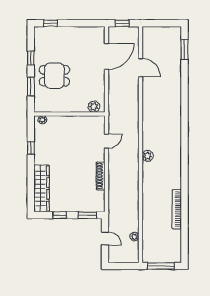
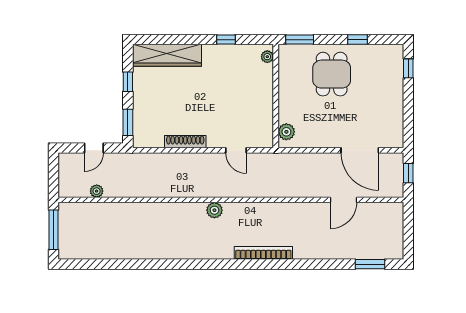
window: (31, 86) -> (300, 40), moved
bookcase: (177, 209) -> (263, 253), moved

